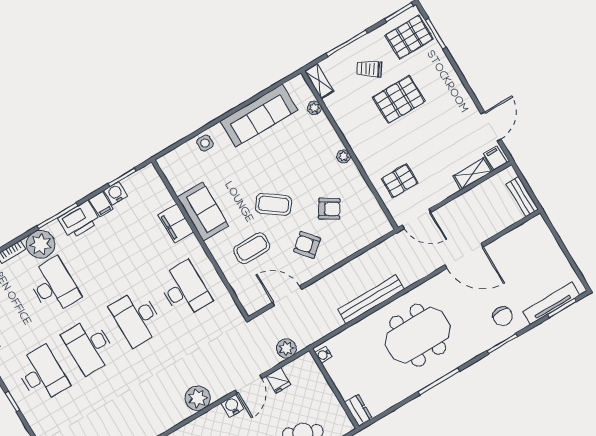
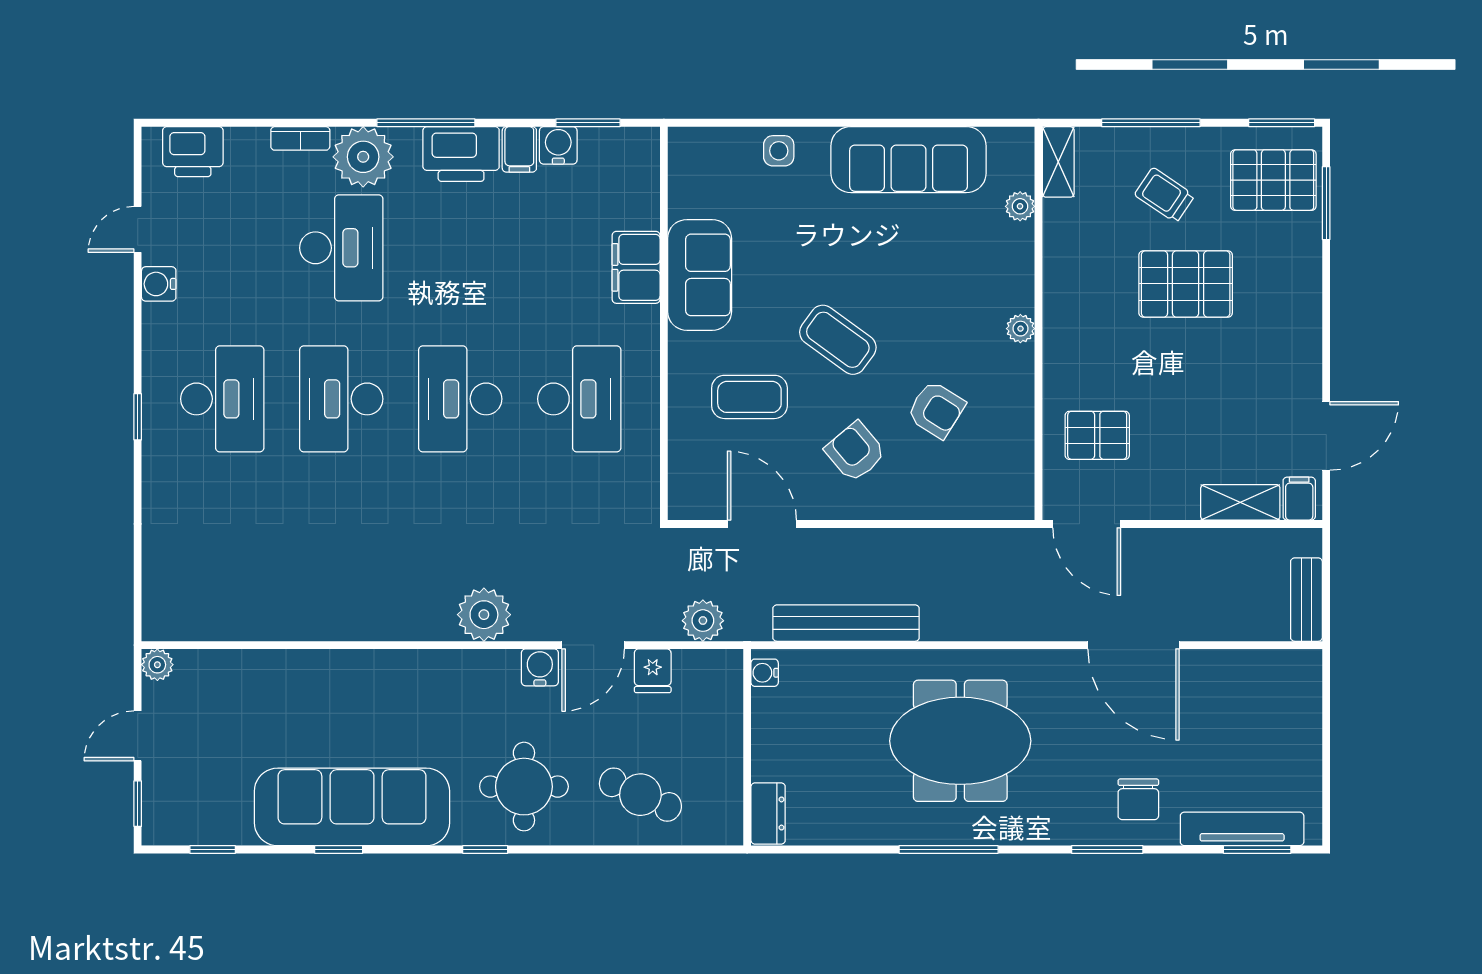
bench: (371, 299) -> (846, 623), moved

